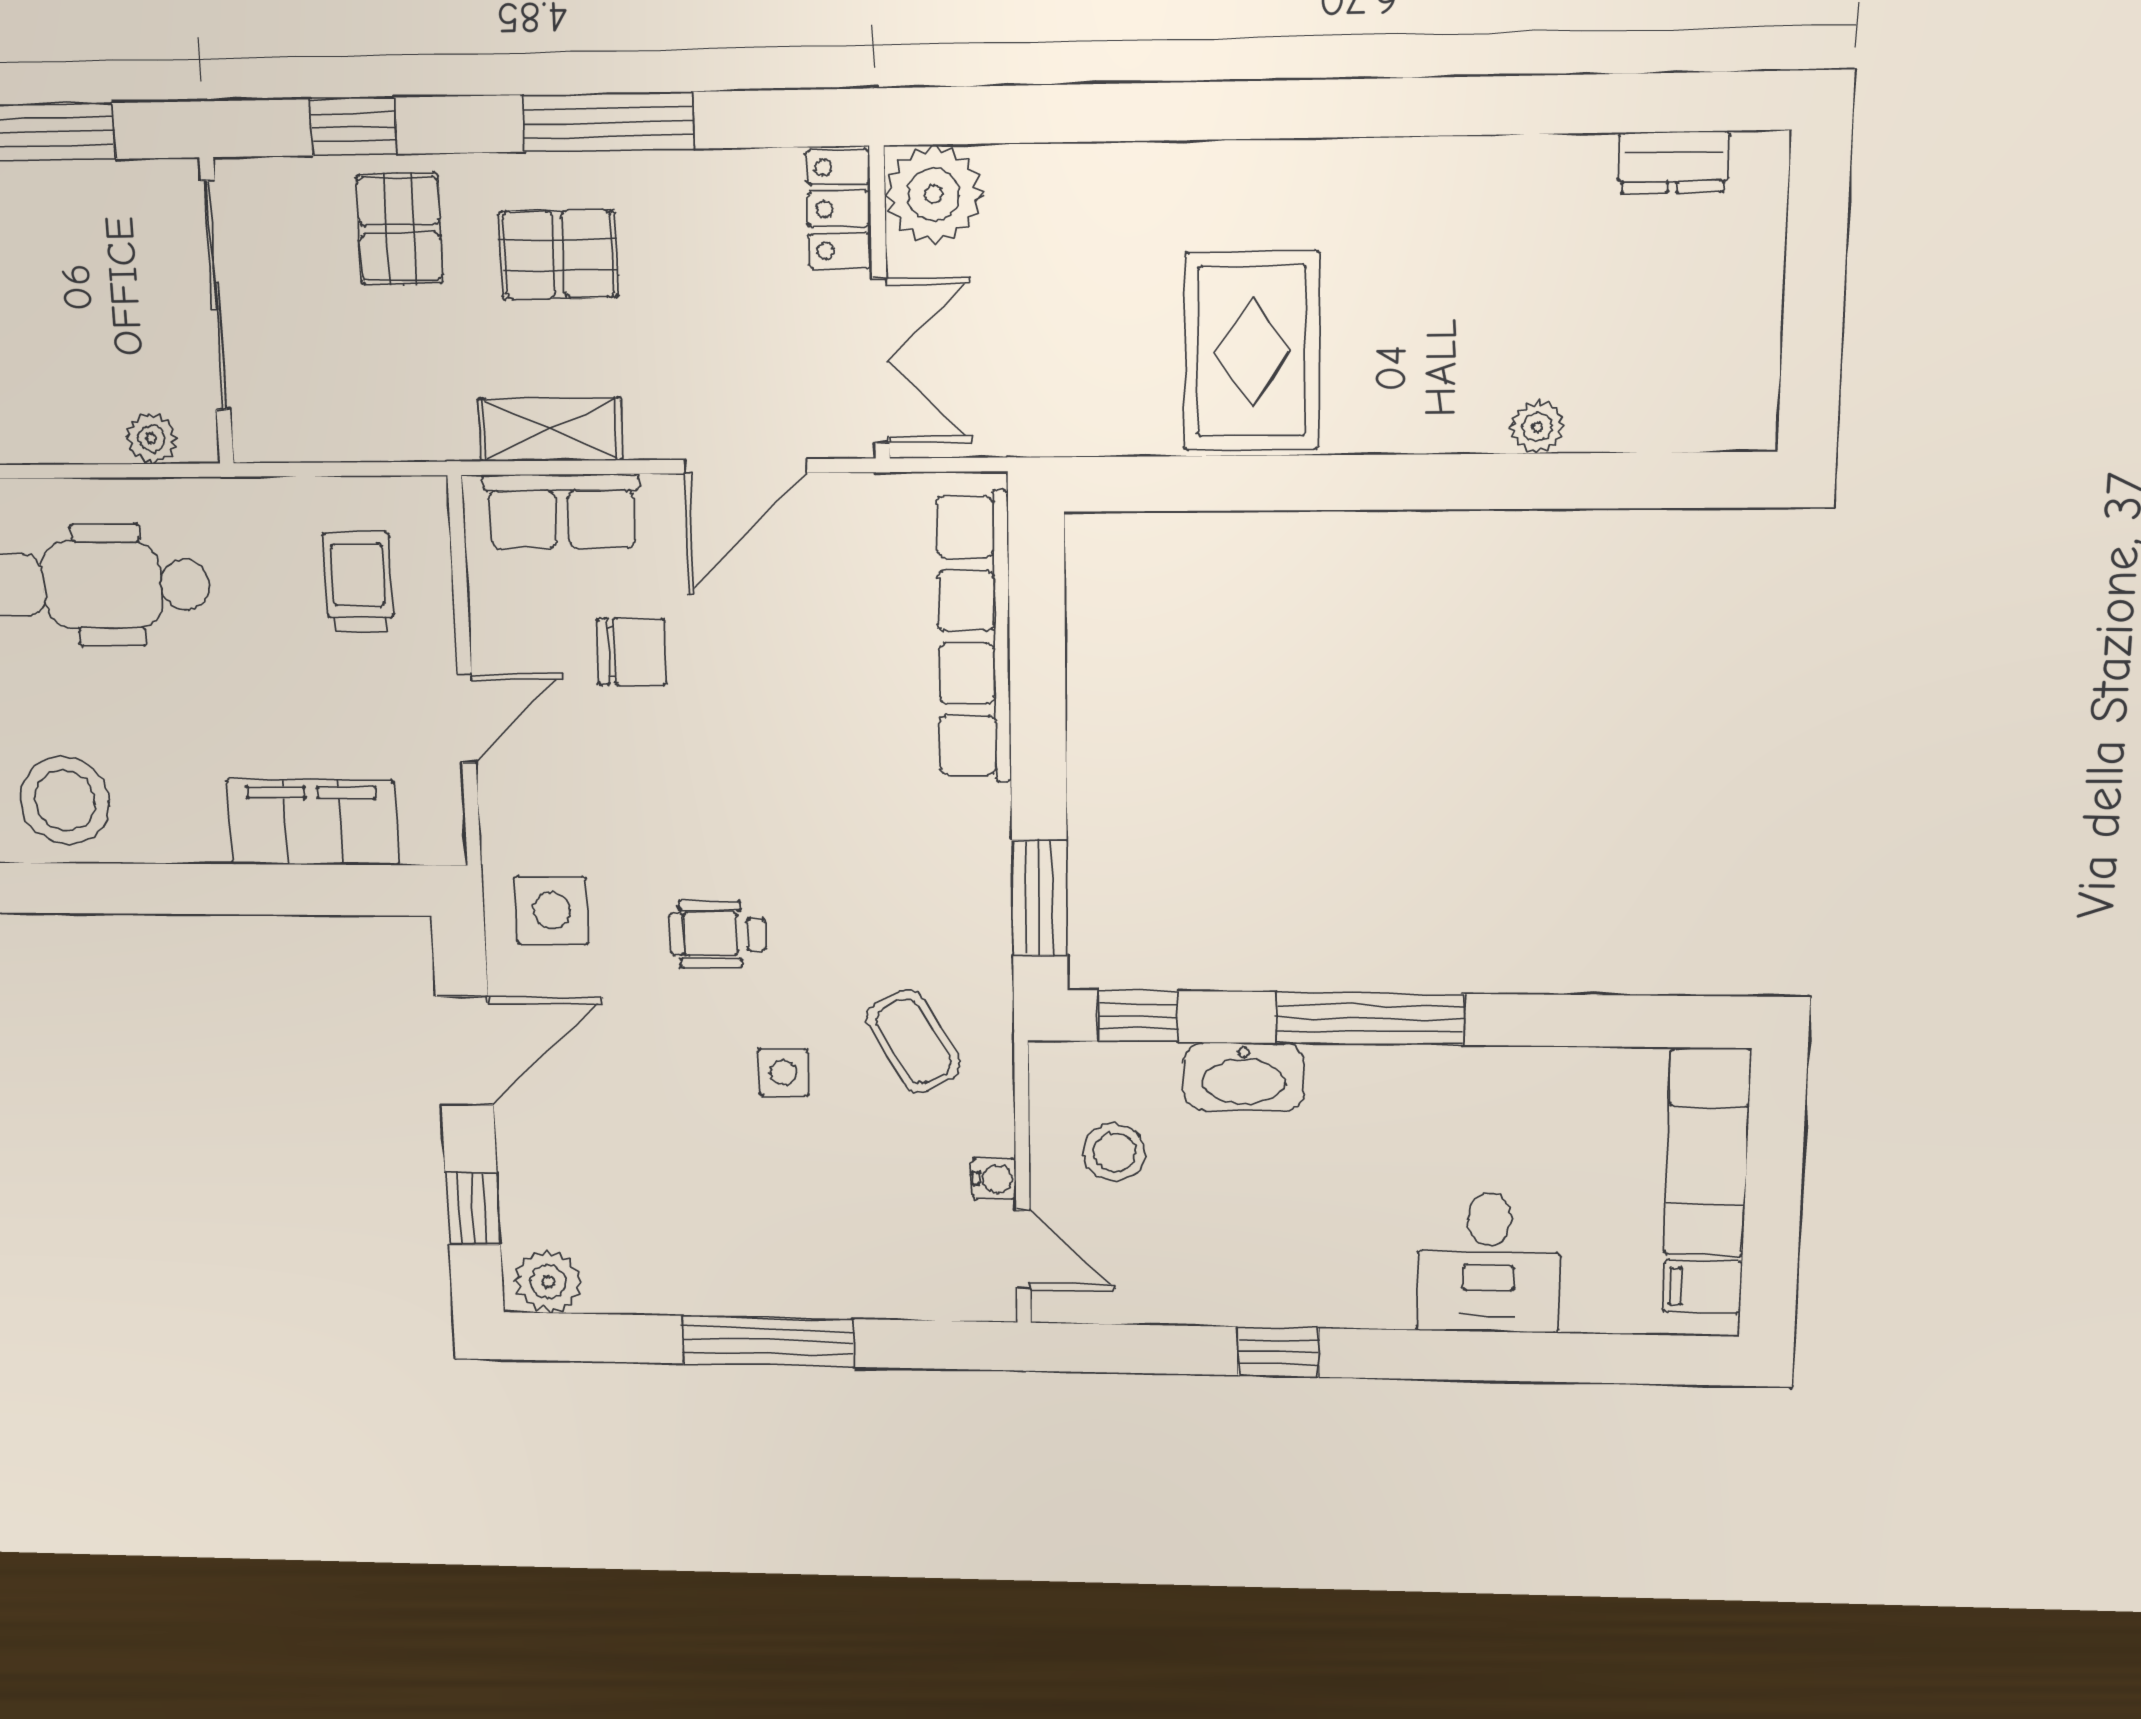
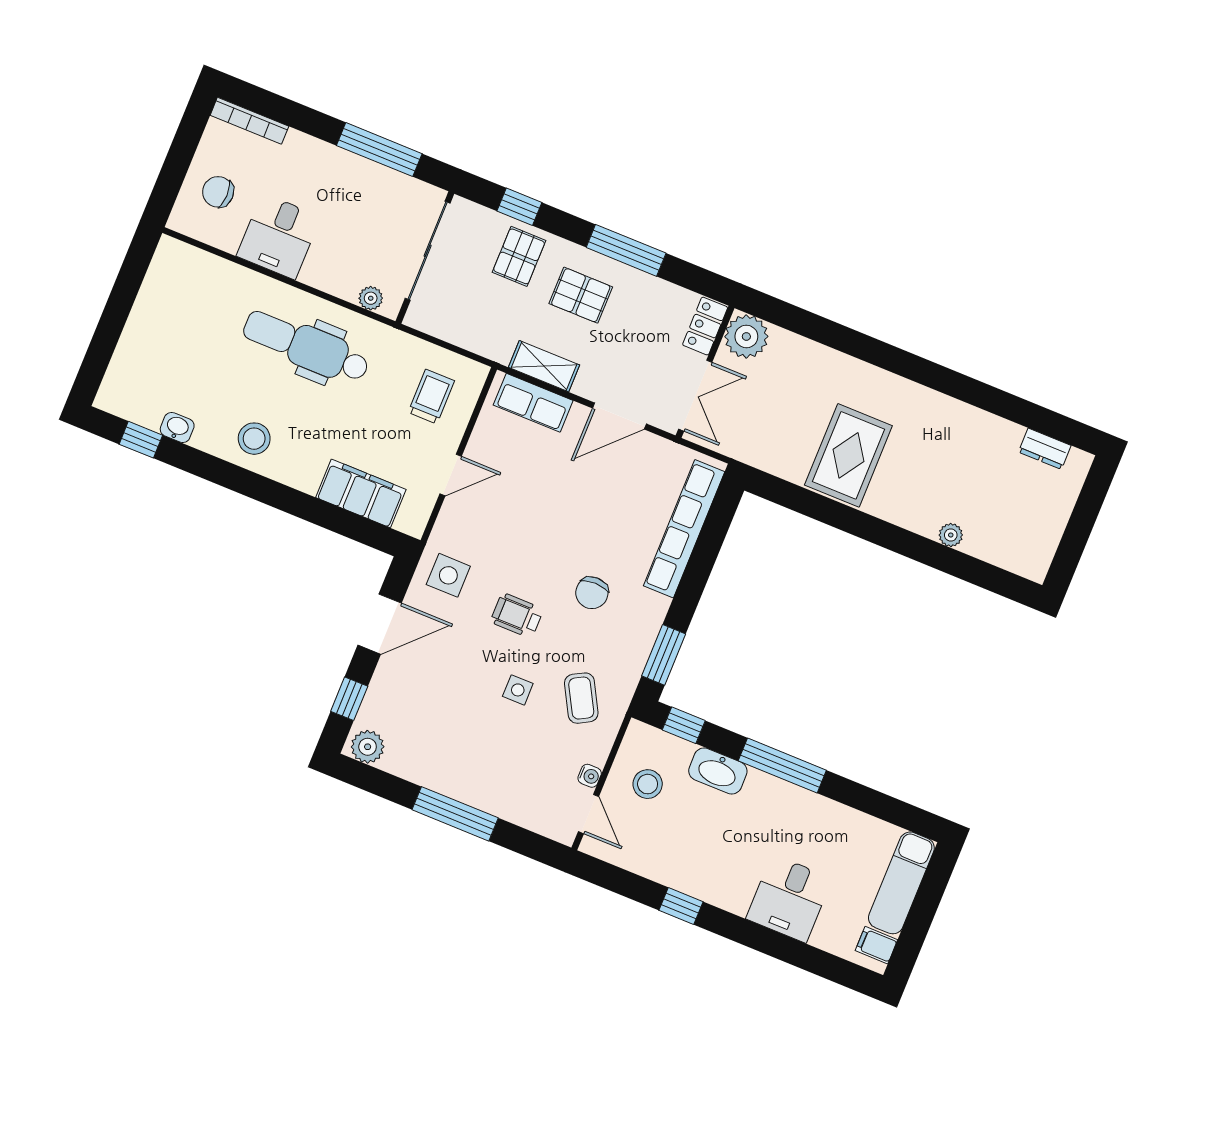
chair: (632, 652) -> (592, 593), moved, turned 90
stool: (65, 800) -> (254, 439), width x0.73, depth x0.73

